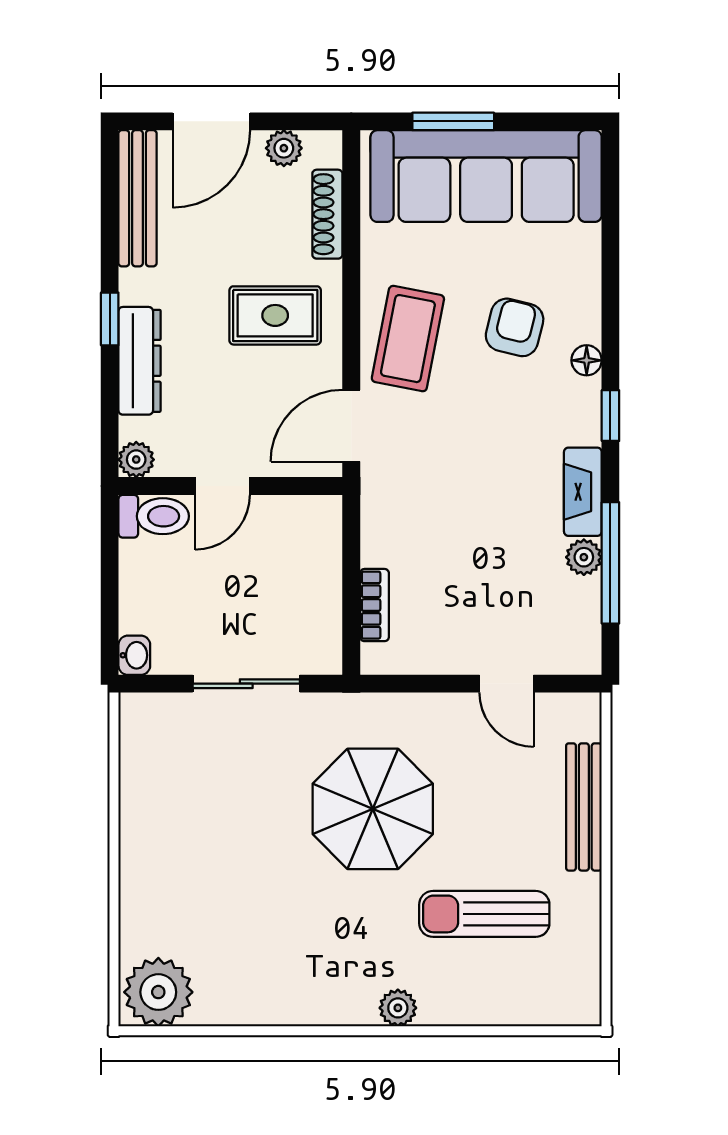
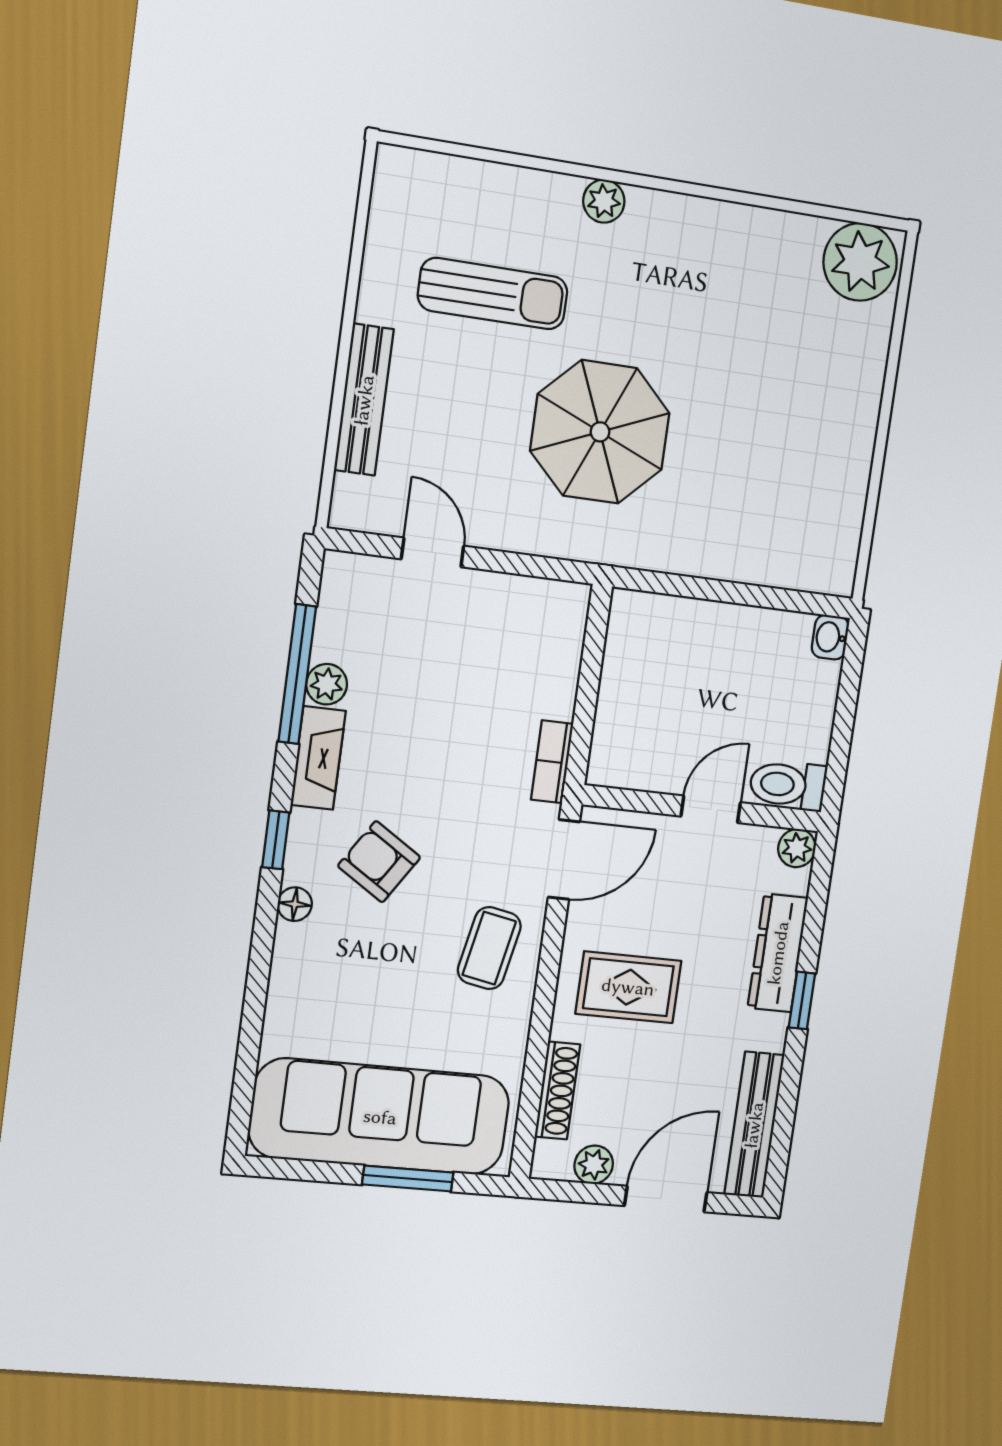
armchair: (515, 327) -> (379, 862), moved, turned 109
coffee table: (408, 339) -> (489, 948), width x0.73, depth x0.77
bookcase: (374, 605) -> (552, 762), moved
sliding door: (246, 684) -> (717, 590), removed

